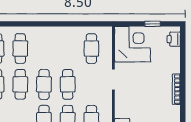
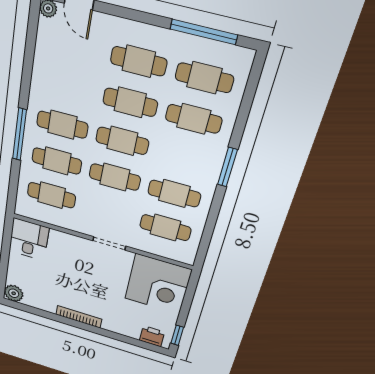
window: (43, 24) -> (227, 167), added
window: (152, 24) -> (177, 335), moved
cafe table: (68, 48) -> (174, 194), added

